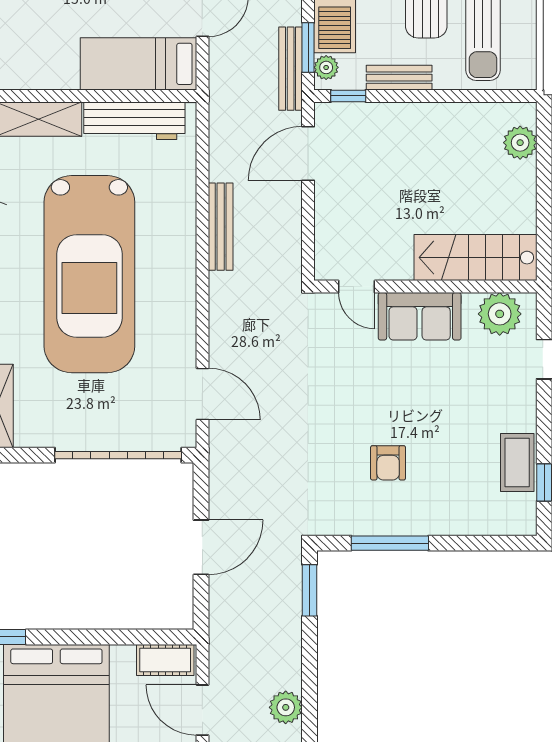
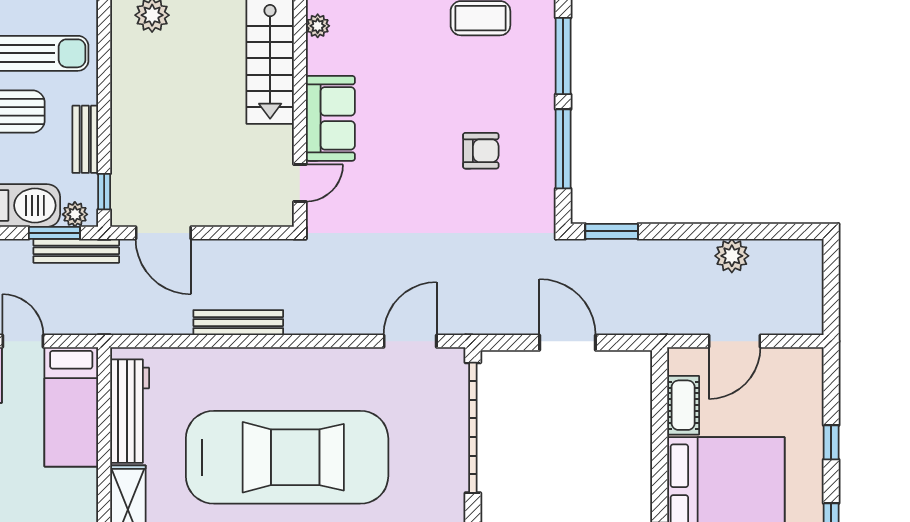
plant: (500, 314) -> (318, 26), width x0.53, depth x0.53
window: (480, 543) -> (563, 56), added
cot: (165, 660) -> (683, 405), moved

